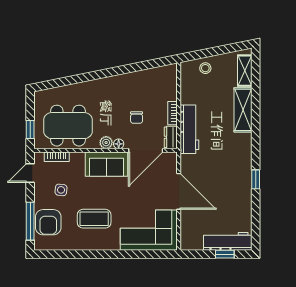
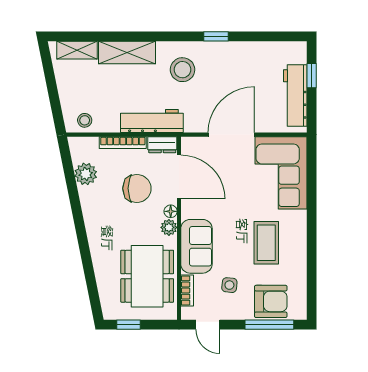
stool: (205, 68) -> (85, 120), moved
plant: (148, 77) -> (86, 174), added
bookcase: (172, 113) -> (123, 143), width x1.56
chair: (137, 118) -> (137, 188), width x1.87, depth x1.87
window: (30, 130) -> (128, 325), moved
stool: (230, 153) -> (183, 70), added
sofa: (107, 164) -> (196, 246), moved
workbench: (228, 241) -> (295, 95), moved

